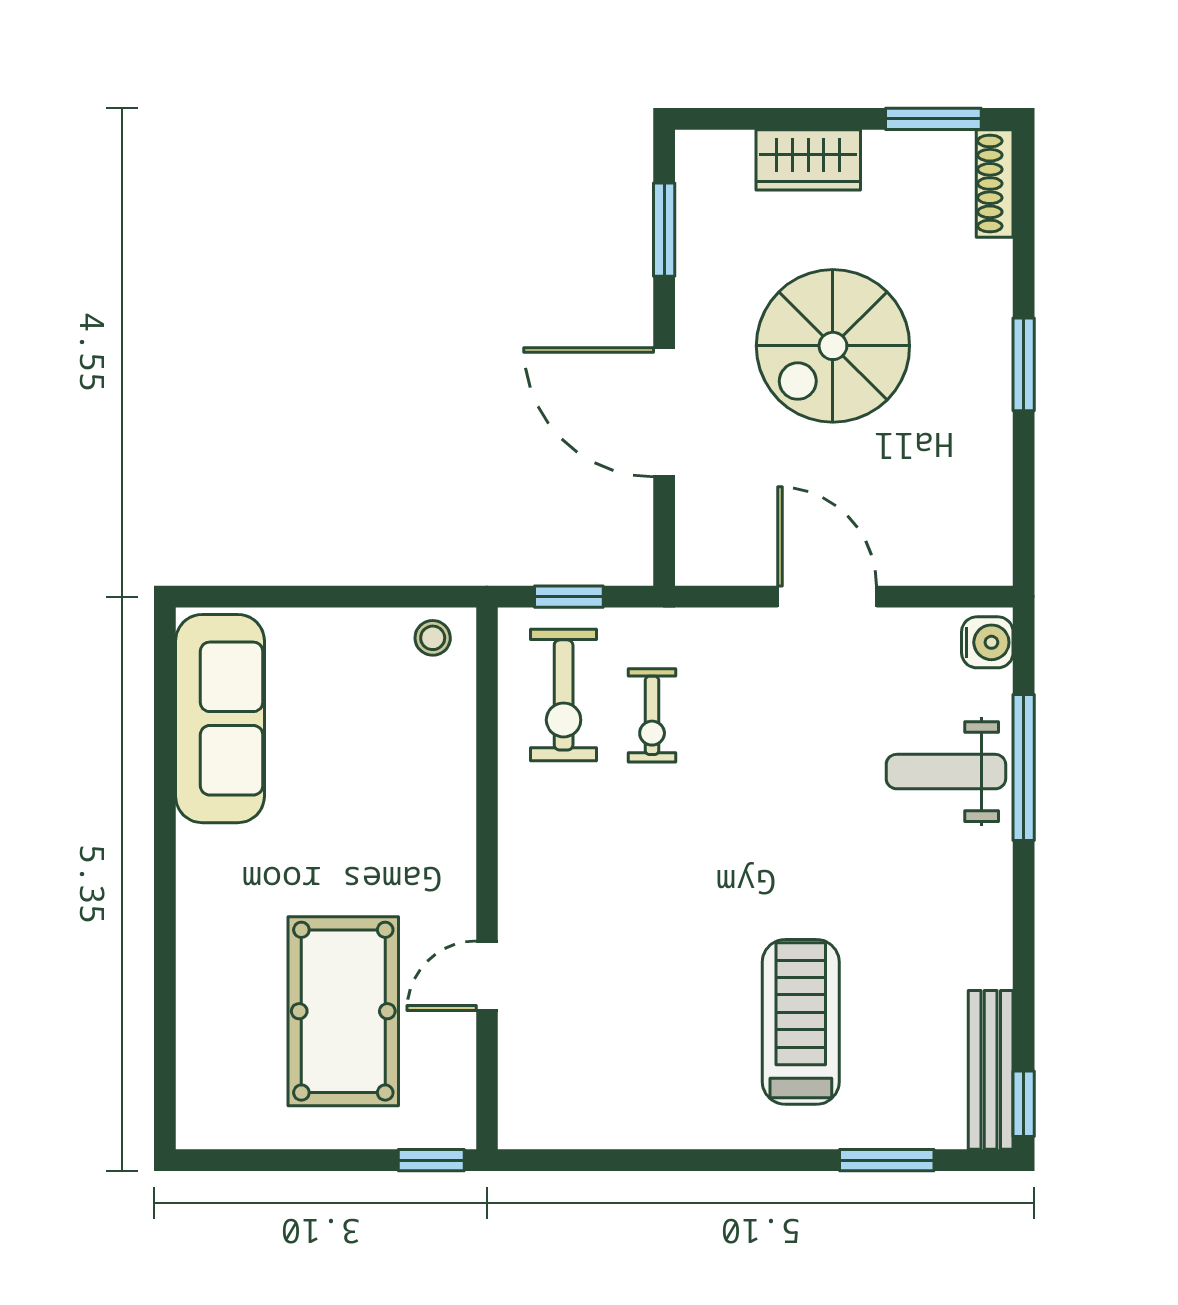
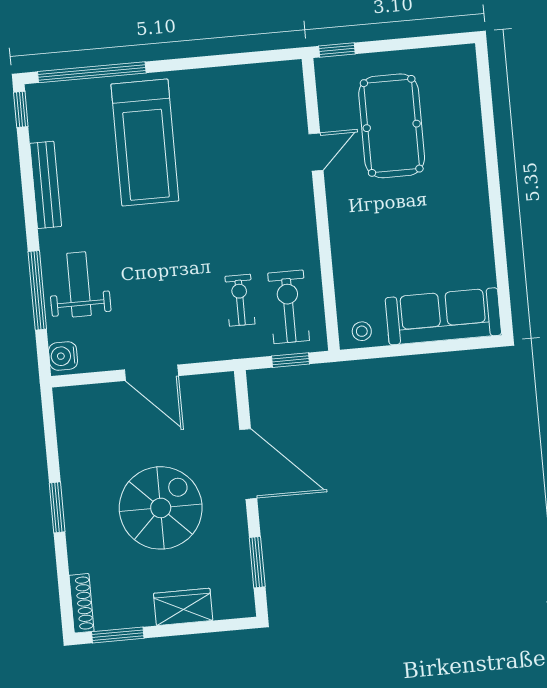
sofa: (220, 719) -> (443, 316), moved, turned 90
weight bench: (946, 772) -> (79, 284), turned -90
treadmill: (801, 1022) -> (145, 143), width x1.37, depth x1.38
bench: (991, 1070) -> (46, 185), moved
window: (887, 1160) -> (92, 72), width x2.11

